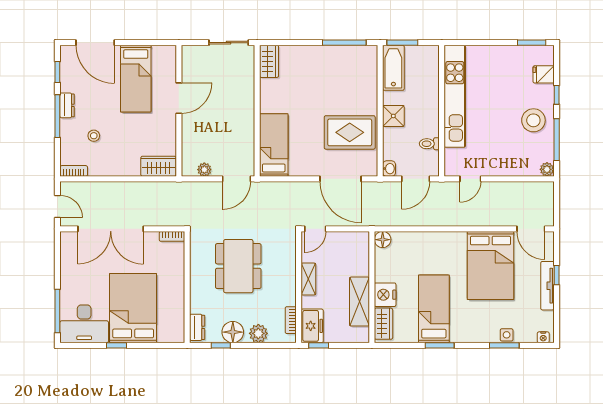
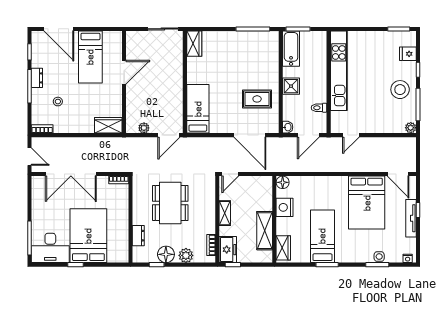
rug: (350, 132) -> (257, 99), width x0.73, depth x0.70
nightstand: (385, 295) -> (285, 207), moved
dresser: (197, 327) -> (138, 236), moved

